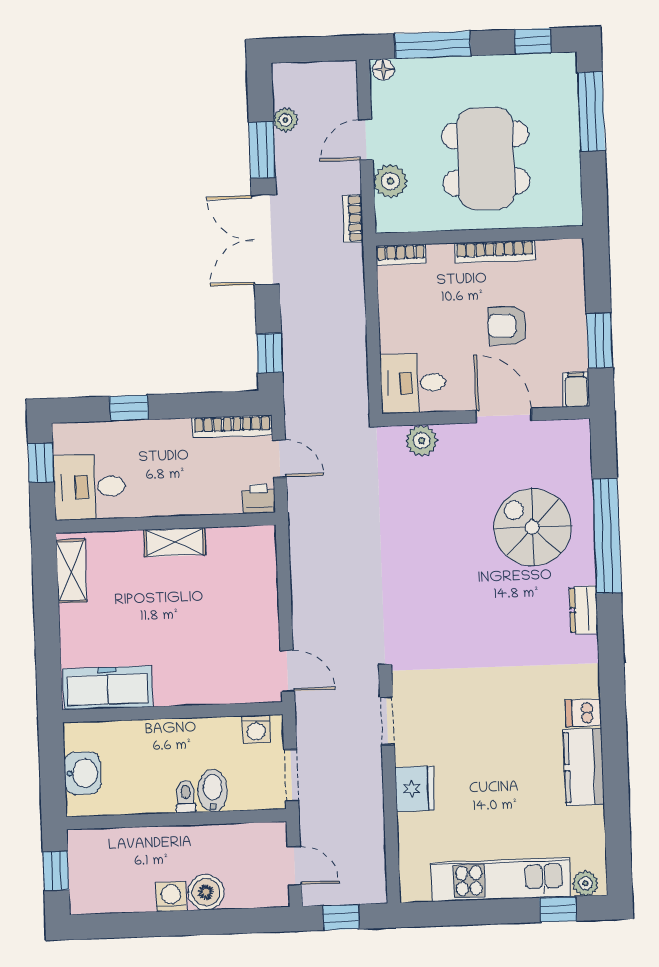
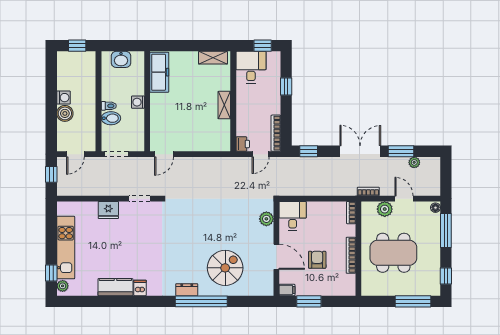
door: (504, 416) -> (276, 257), hinge flipped
window: (607, 536) -> (201, 301), moved
washing machine: (256, 729) -> (138, 102), moved

